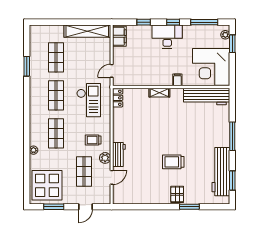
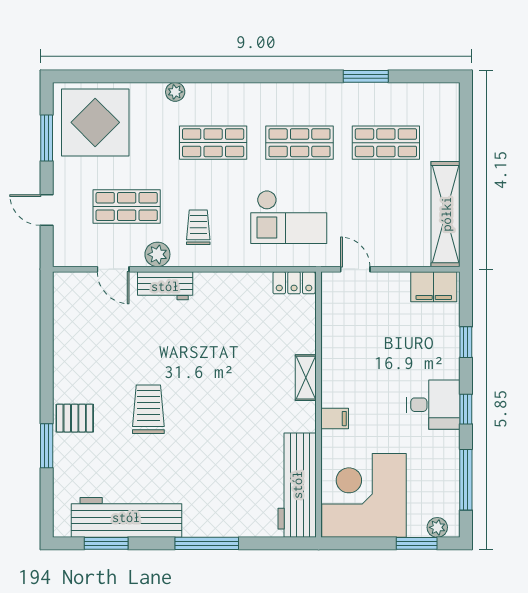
desk: (167, 37) -> (433, 405), width x0.73

